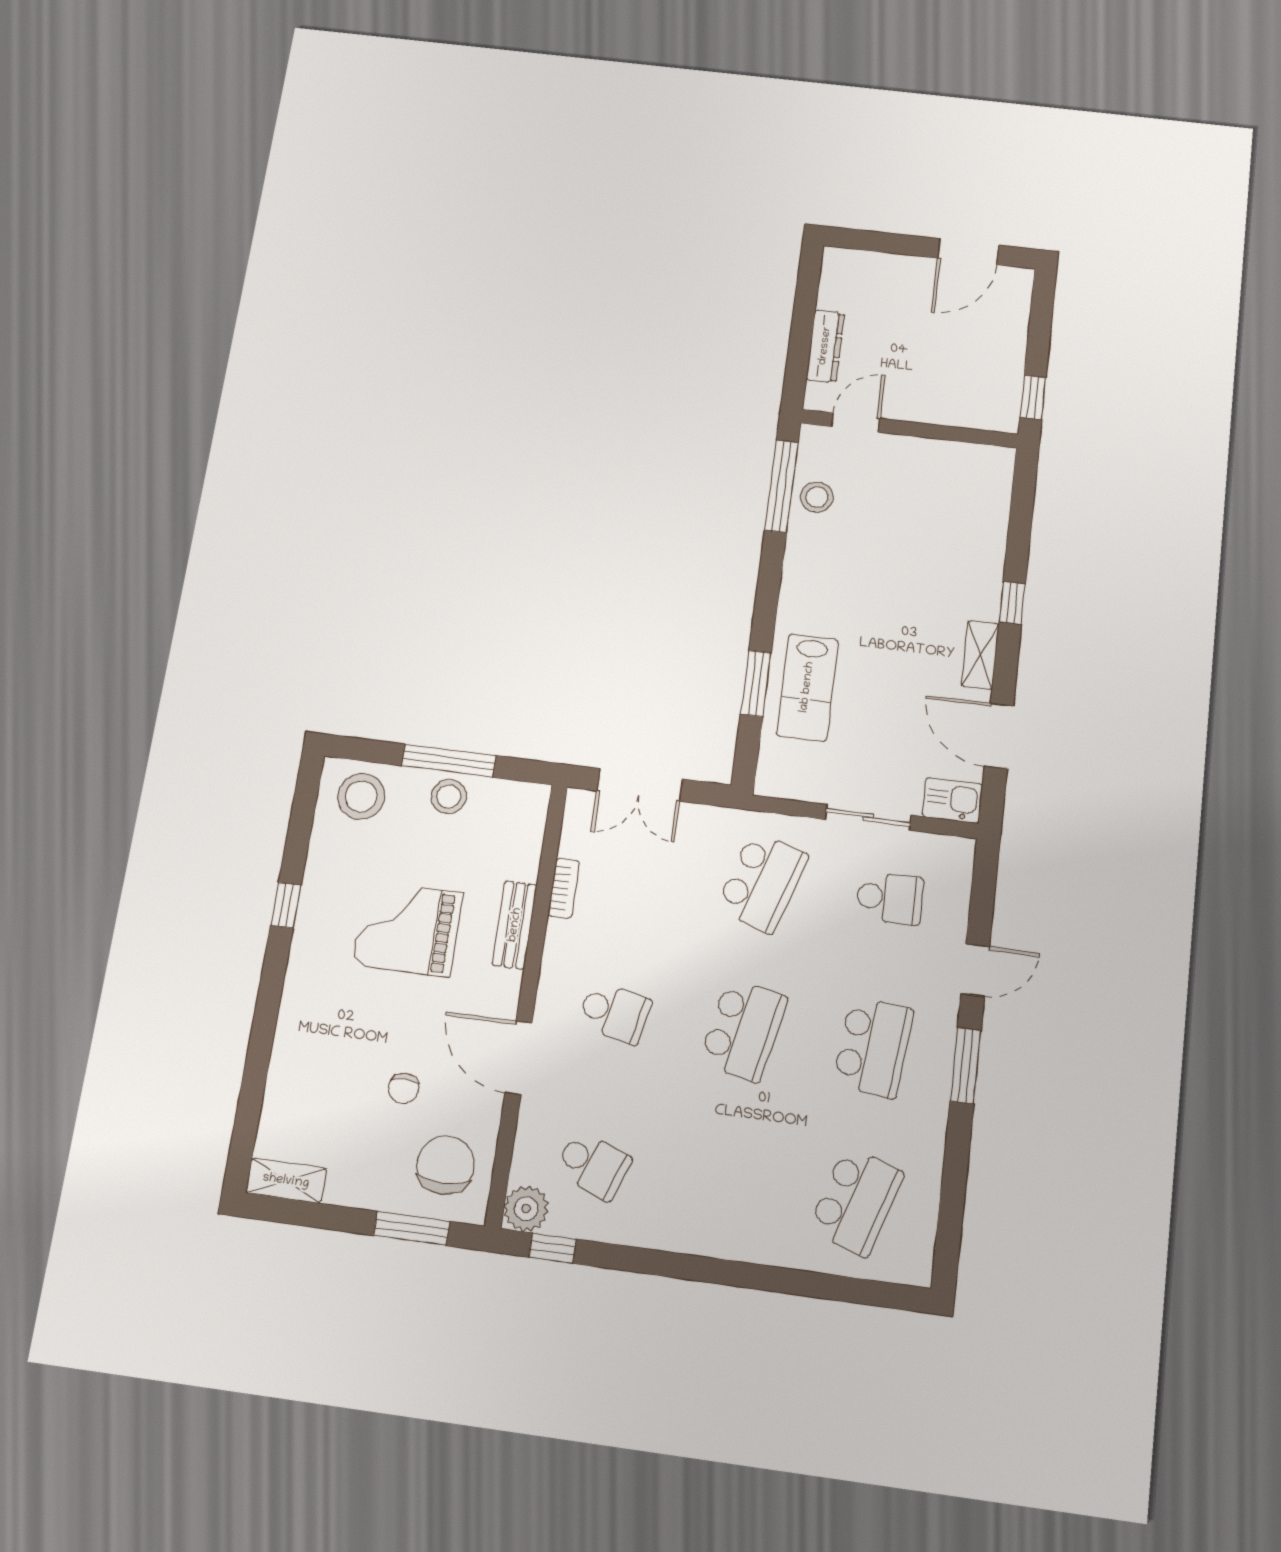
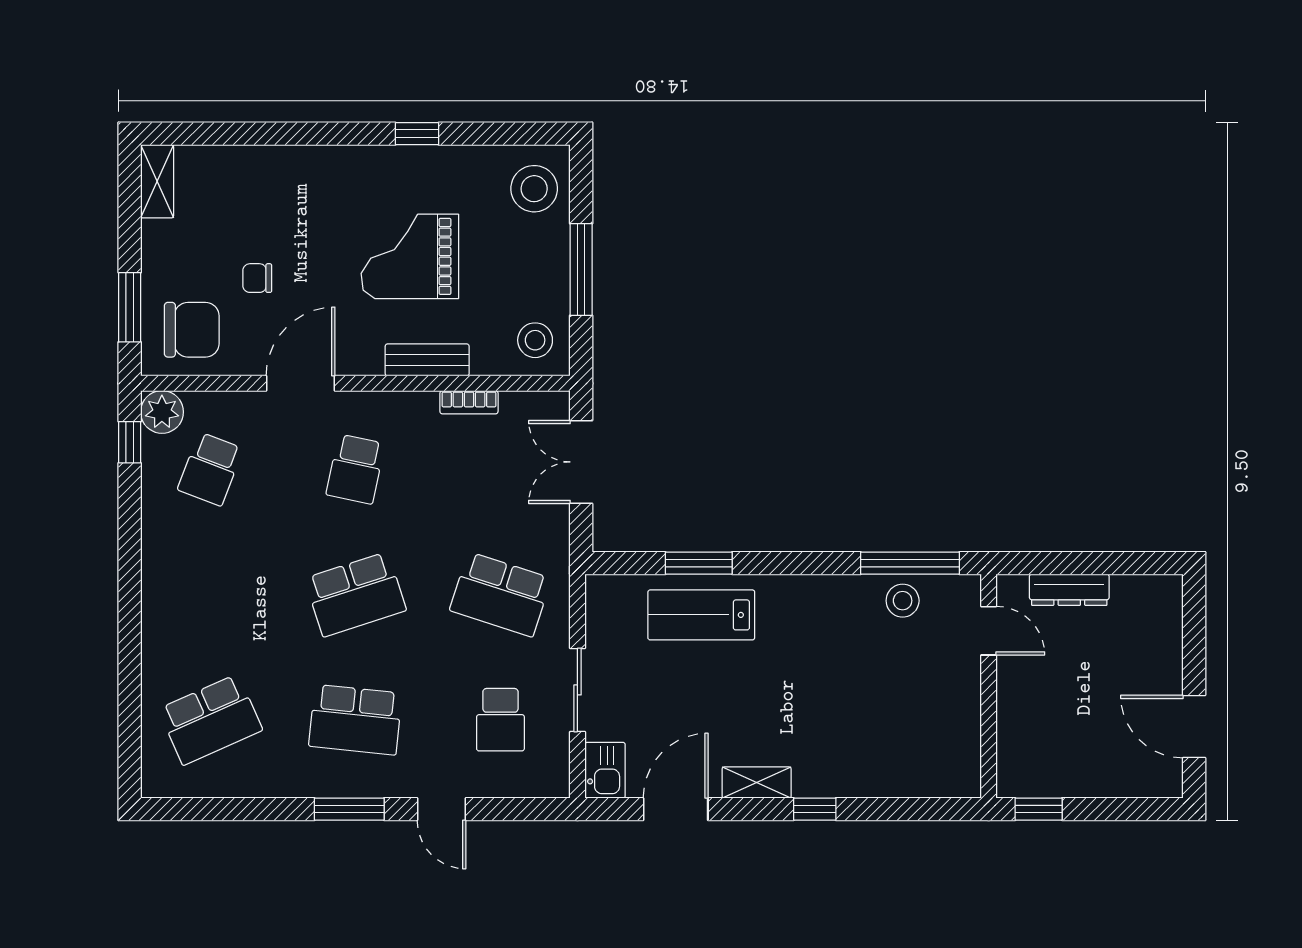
stool: (449, 796) -> (535, 340), moved
grand piano: (408, 929) -> (410, 256), turned -90
school desk: (743, 1030) -> (355, 594), turned -30
school desk: (856, 1201) -> (210, 720), turned -42

